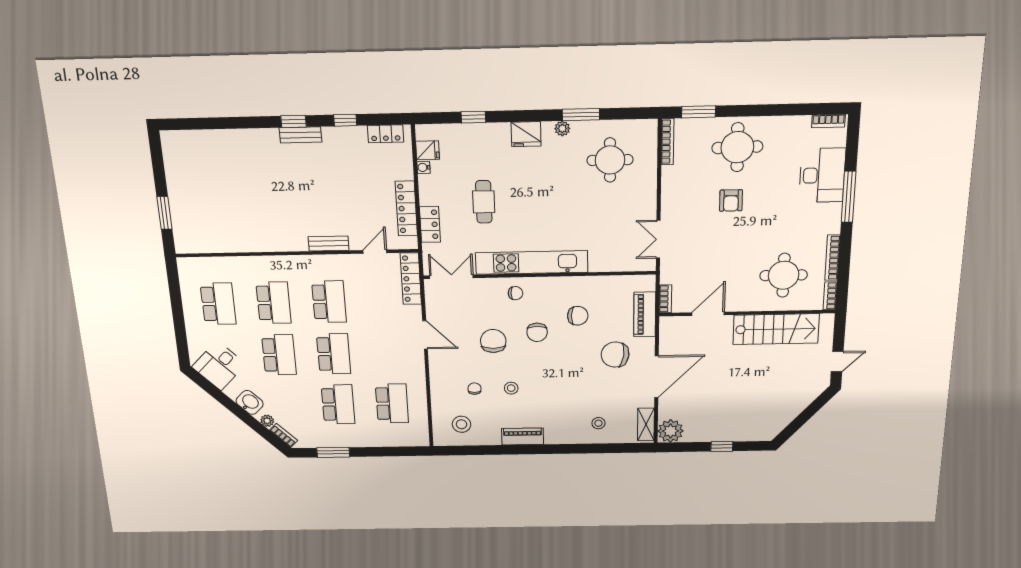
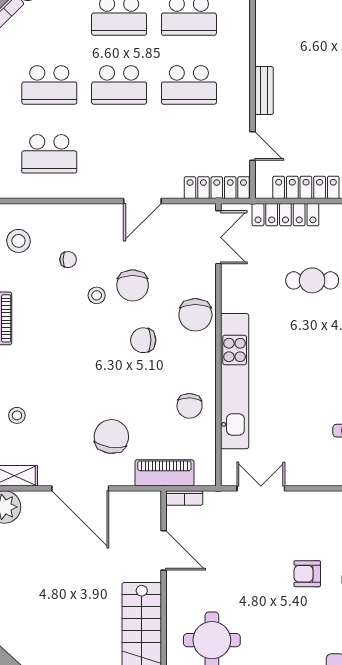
locker: (430, 224) -> (285, 215), width x1.53
kitchen unit: (532, 263) -> (235, 381), moved
chair: (515, 293) -> (195, 315), width x1.87, depth x1.87
chair: (578, 316) -> (190, 406), moved
chair: (493, 341) -> (133, 285), turned 90
stool: (511, 388) -> (97, 295), moved

